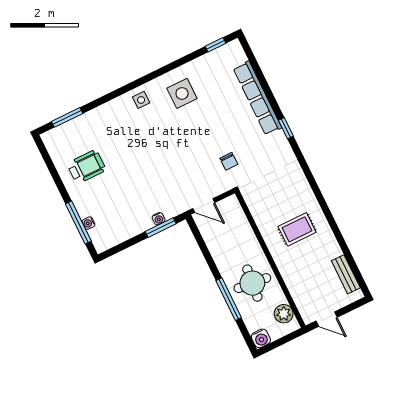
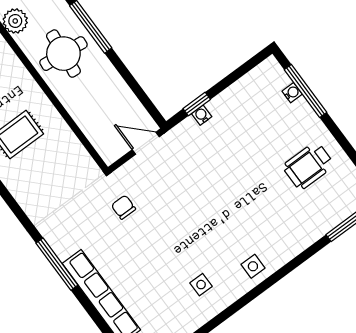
side table: (182, 93) -> (201, 285), width x0.54, depth x0.54
window: (286, 128) -> (57, 264), width x2.17
window: (161, 228) -> (197, 104), width x0.67

